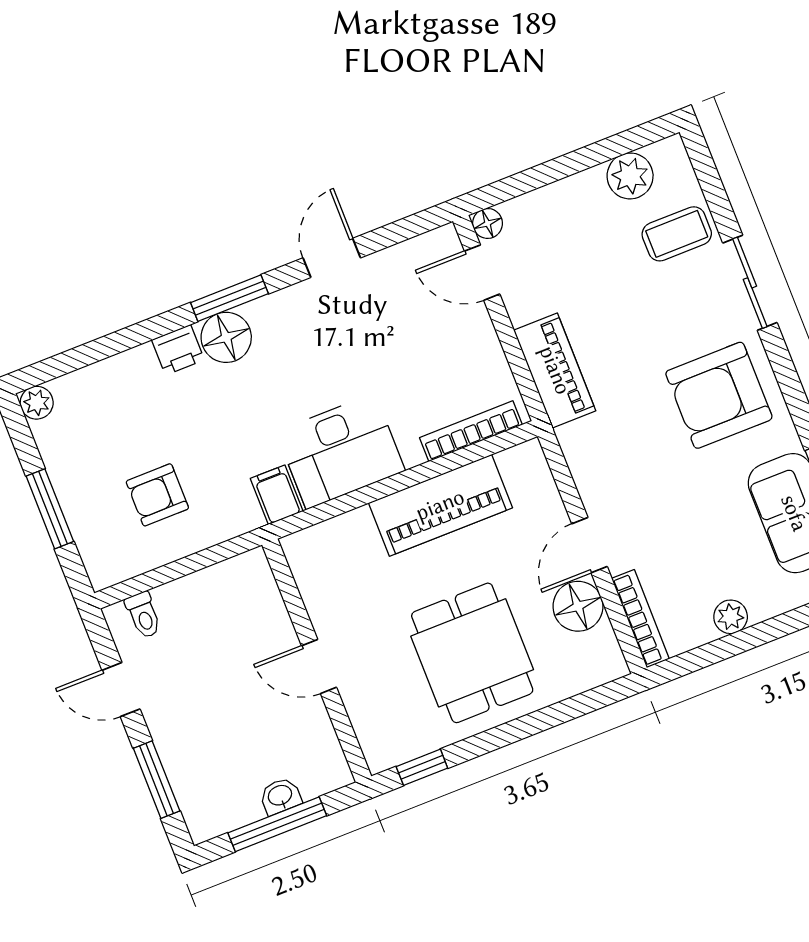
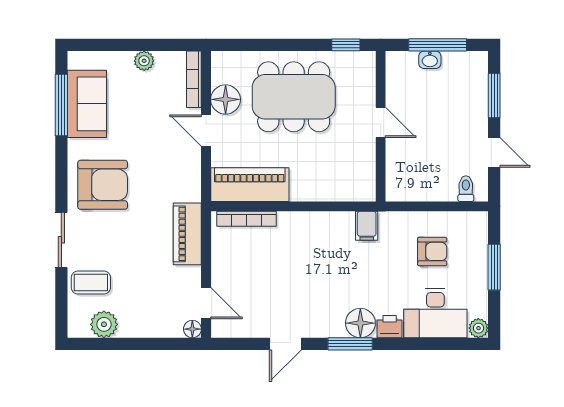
desk: (341, 451) -> (435, 313), moved, turned 180
piano: (440, 505) -> (250, 185), moved
door: (590, 545) -> (206, 131), swing flipped
dining table: (472, 653) -> (294, 97), width x1.37

